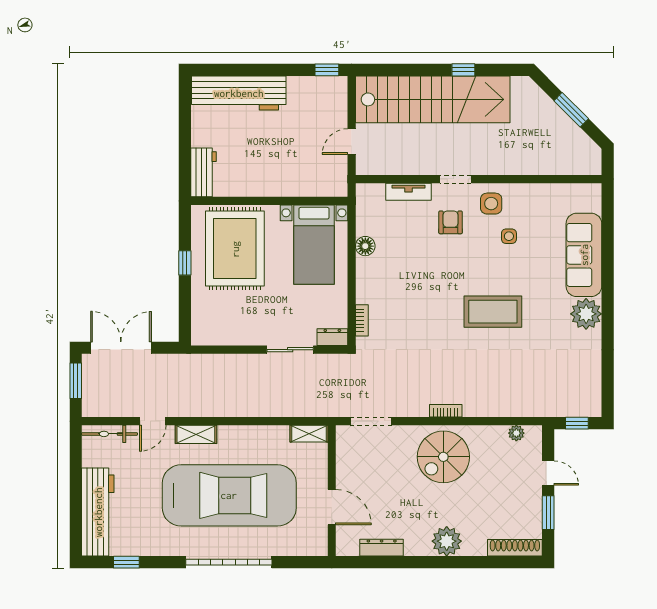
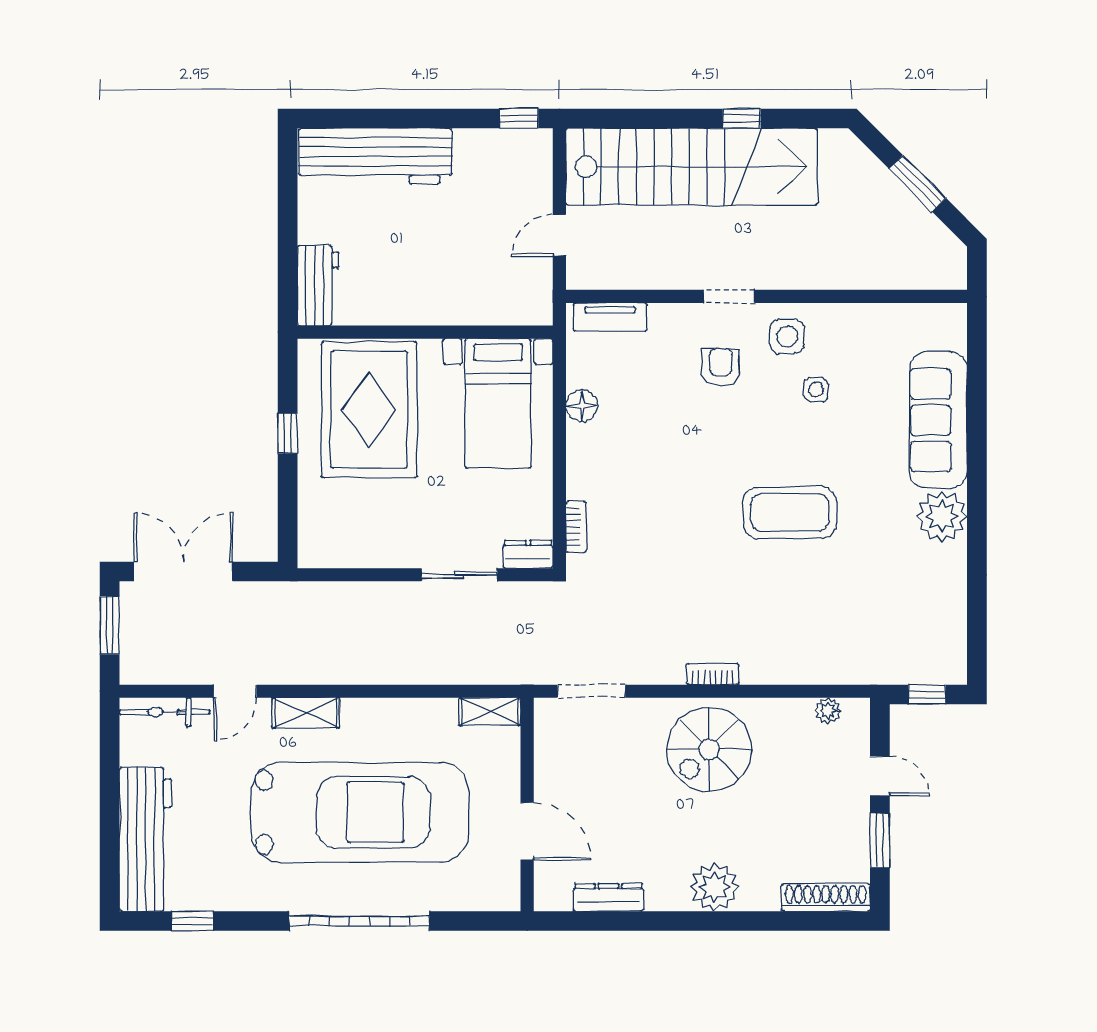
tv unit: (408, 192) -> (610, 317), moved

